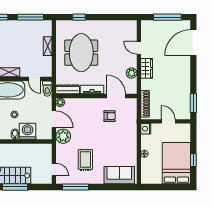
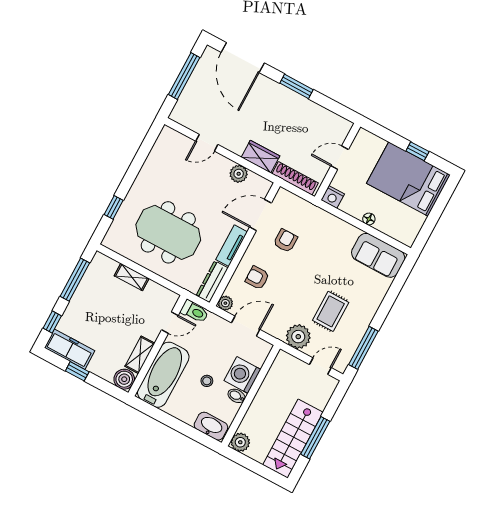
wardrobe: (147, 68) -> (260, 157), moved
window: (193, 103) -> (296, 86), moved
armchair: (82, 112) -> (257, 278), added
plant: (63, 136) -> (298, 337), moved
rug: (85, 160) -> (331, 311), turned 90
sofa: (119, 175) -> (378, 255), moved, turned -90

